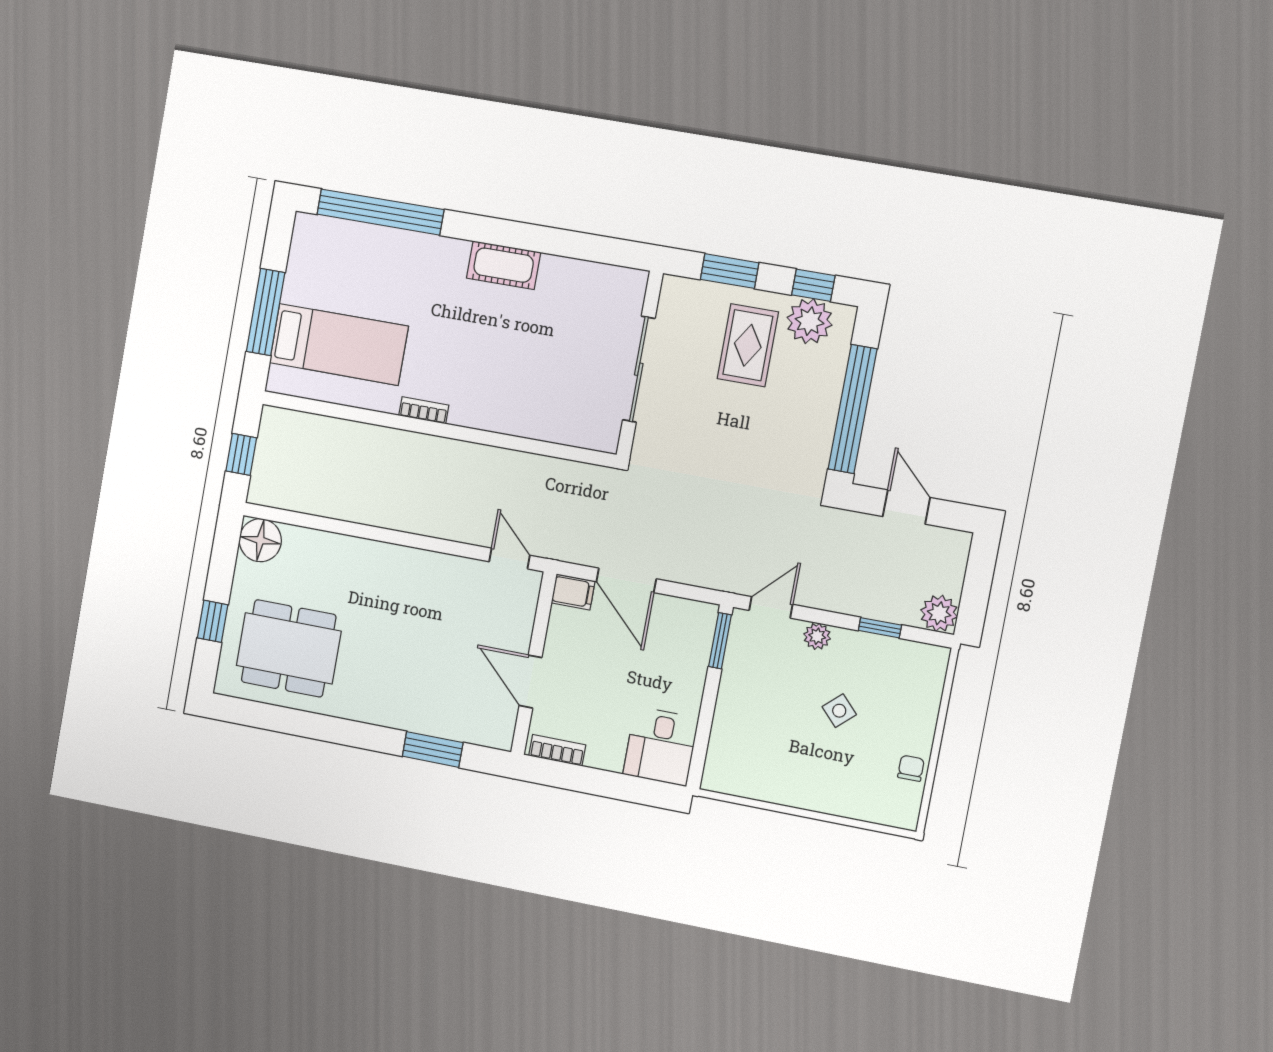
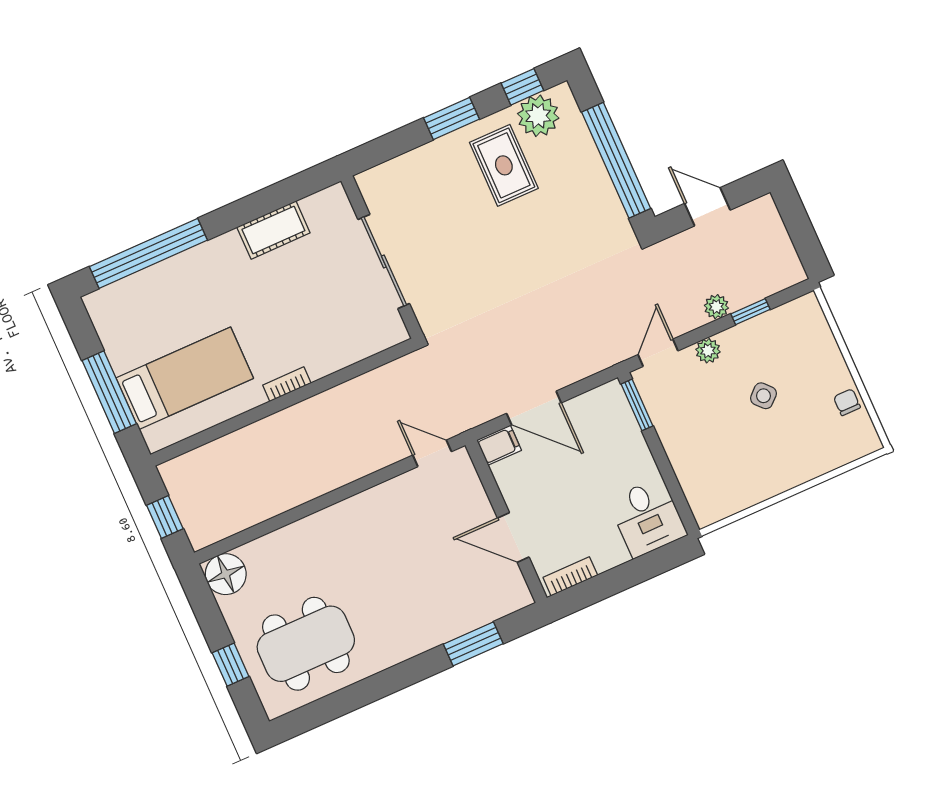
wall: (640, 364) -> (382, 257), moved
sliding door: (639, 369) -> (384, 261), moved
plant: (939, 613) -> (716, 307), moved, width x0.73, depth x0.73

